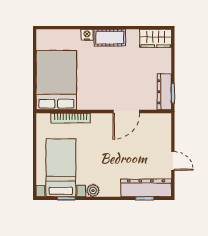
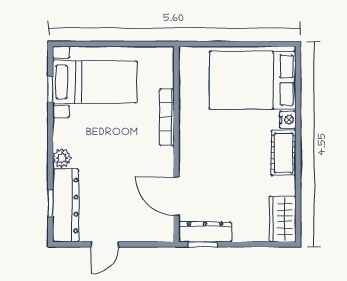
bed: (56, 80) -> (253, 80), moved, turned 180
door: (126, 111) -> (176, 196), moved
bookcase: (71, 118) -> (167, 117), moved
plant: (93, 191) -> (62, 158), moved

